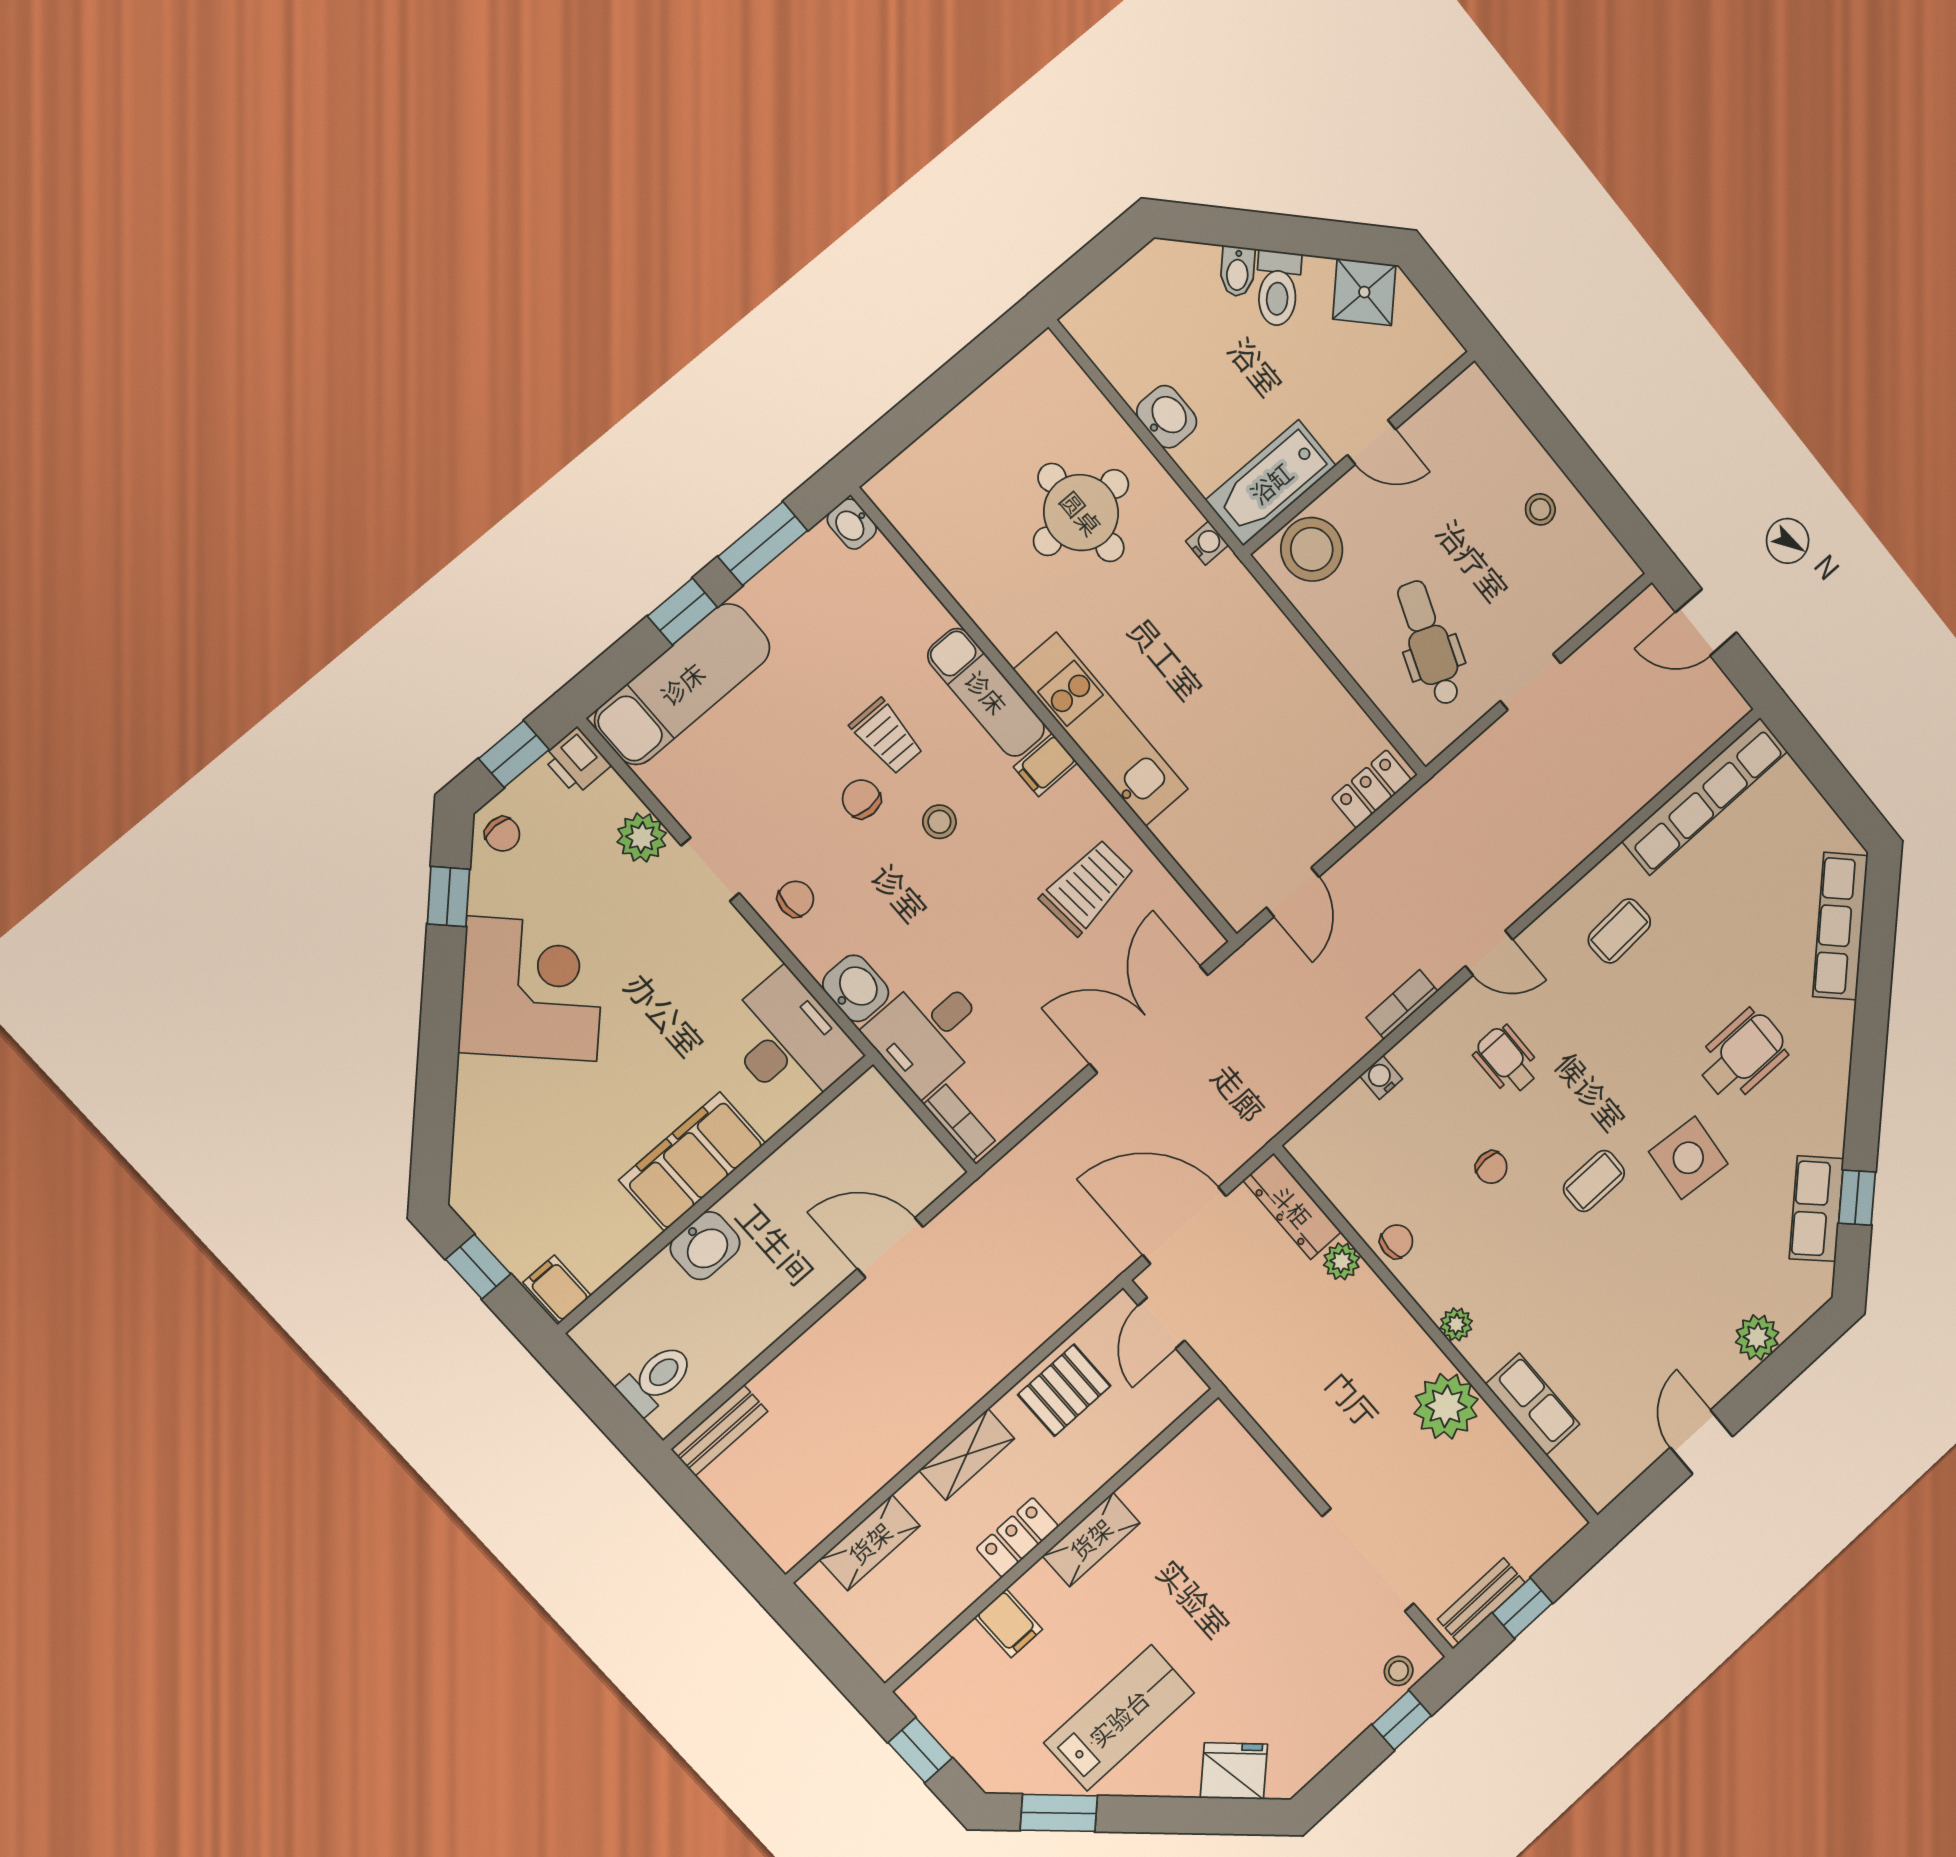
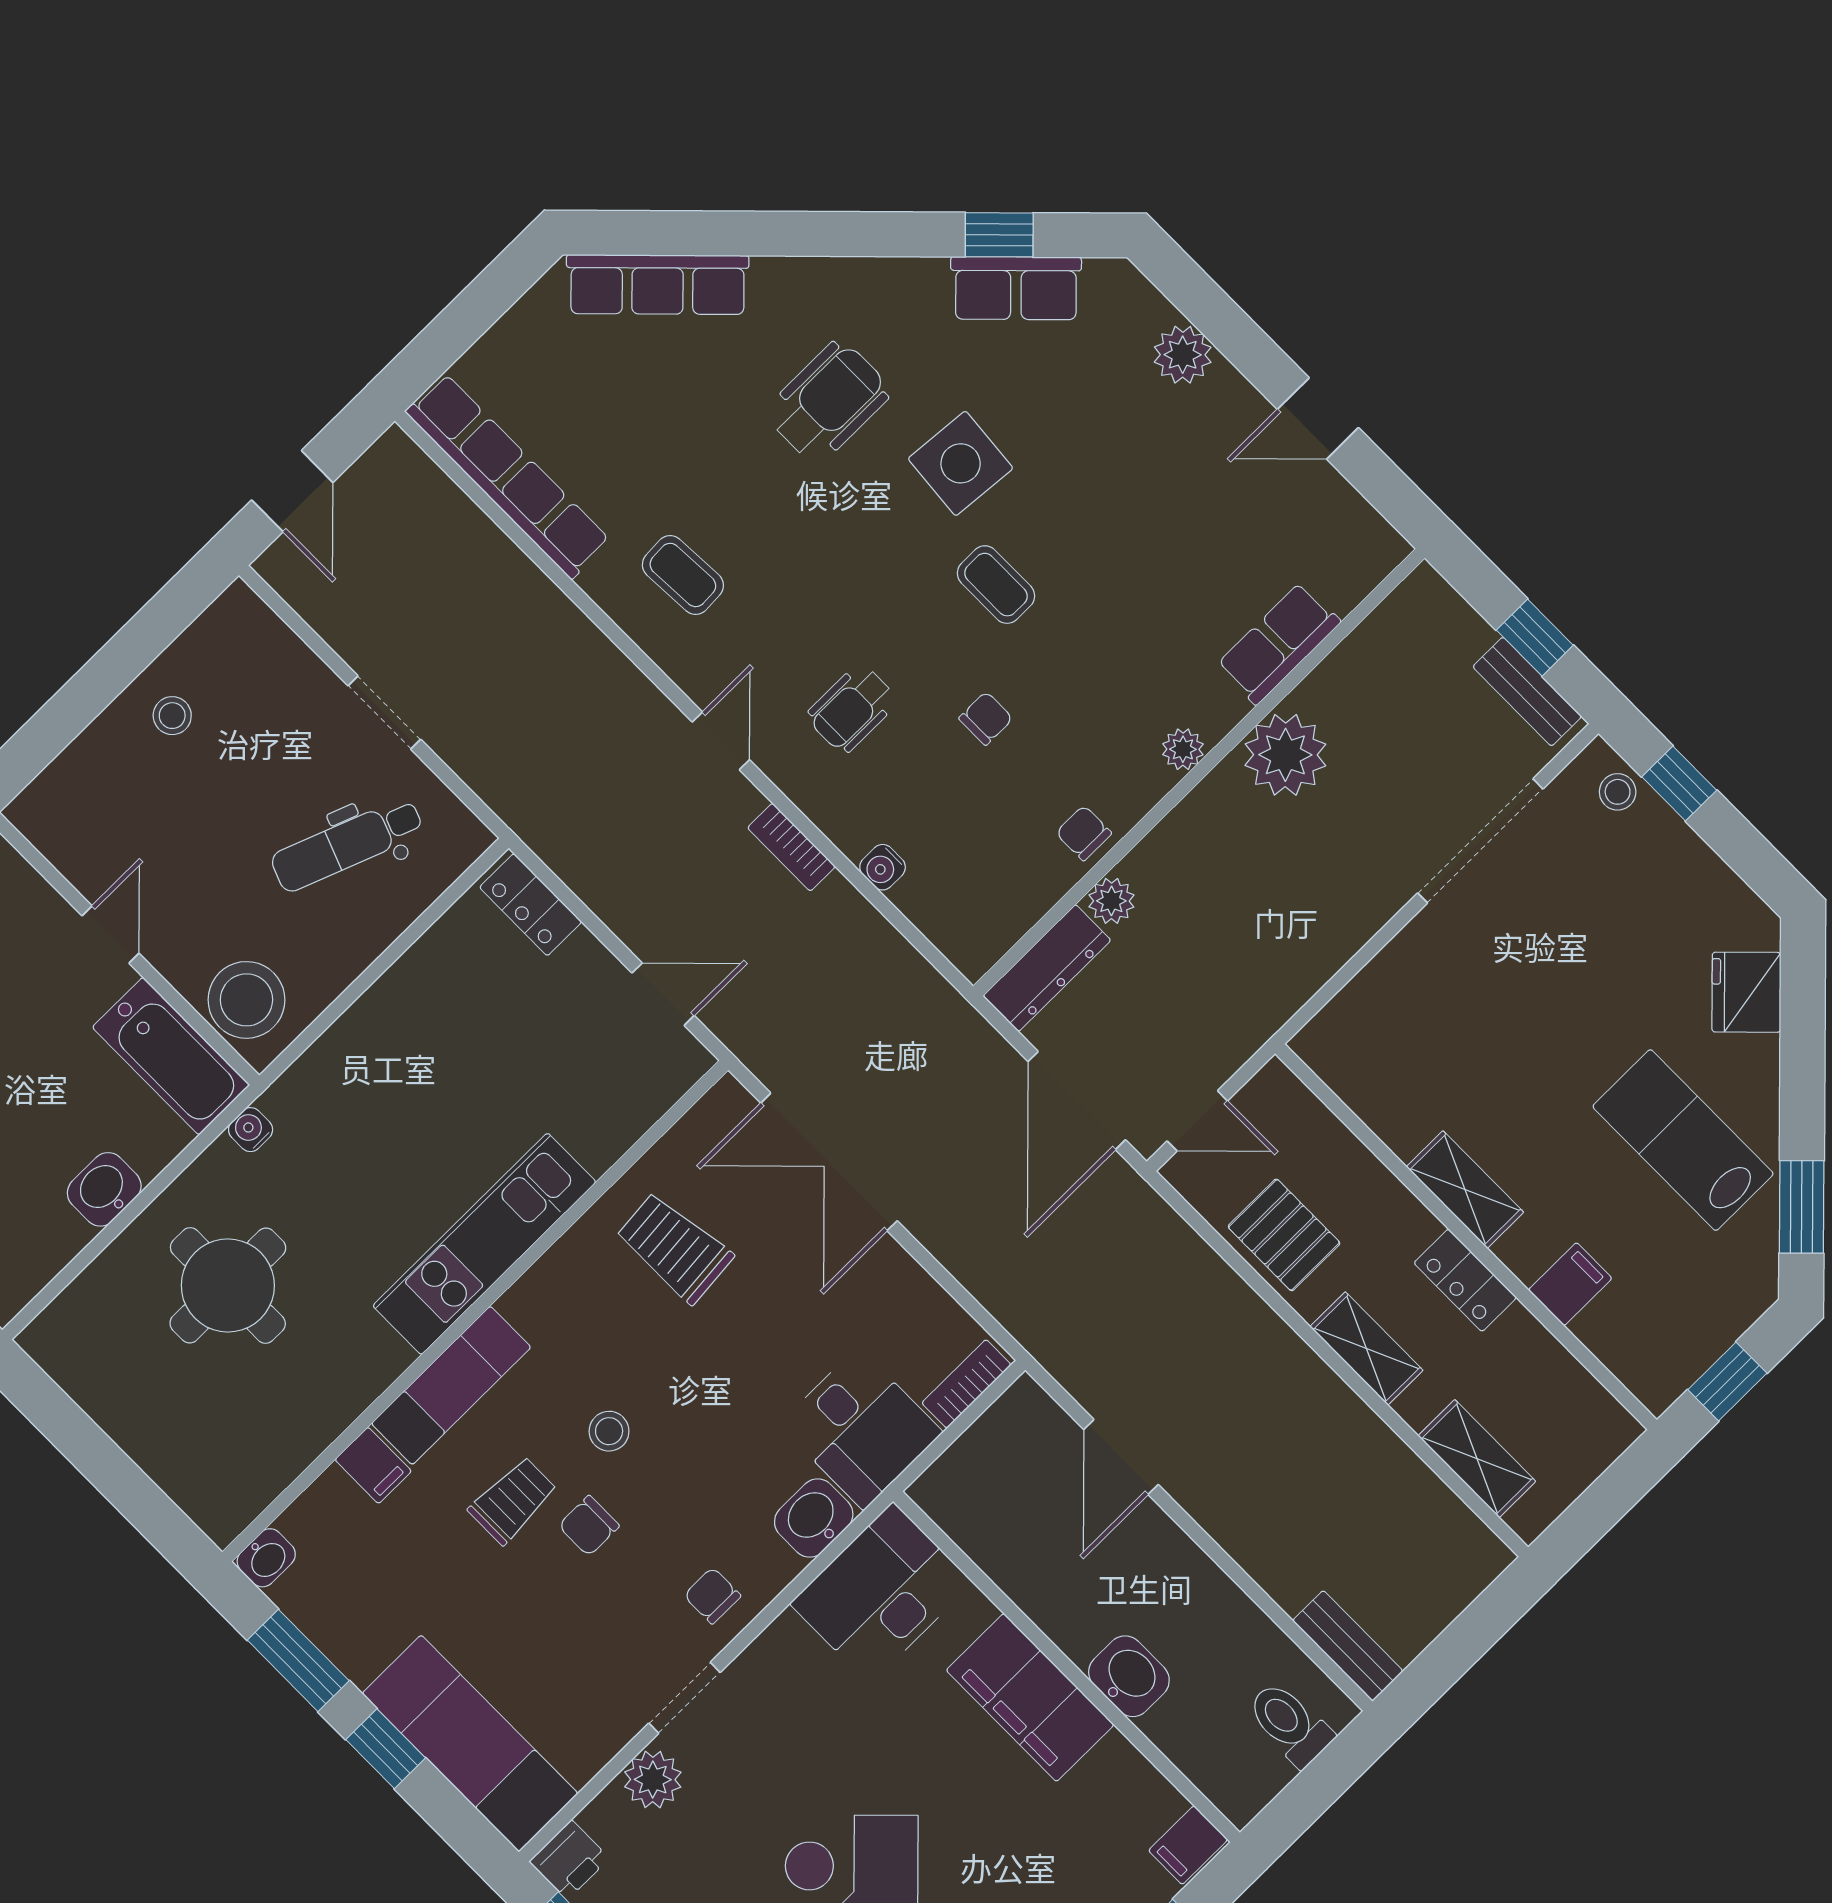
filing cabinet: (1045, 765) -> (373, 1465), moved
wheelchair: (1742, 1055) -> (828, 402), turned 90

